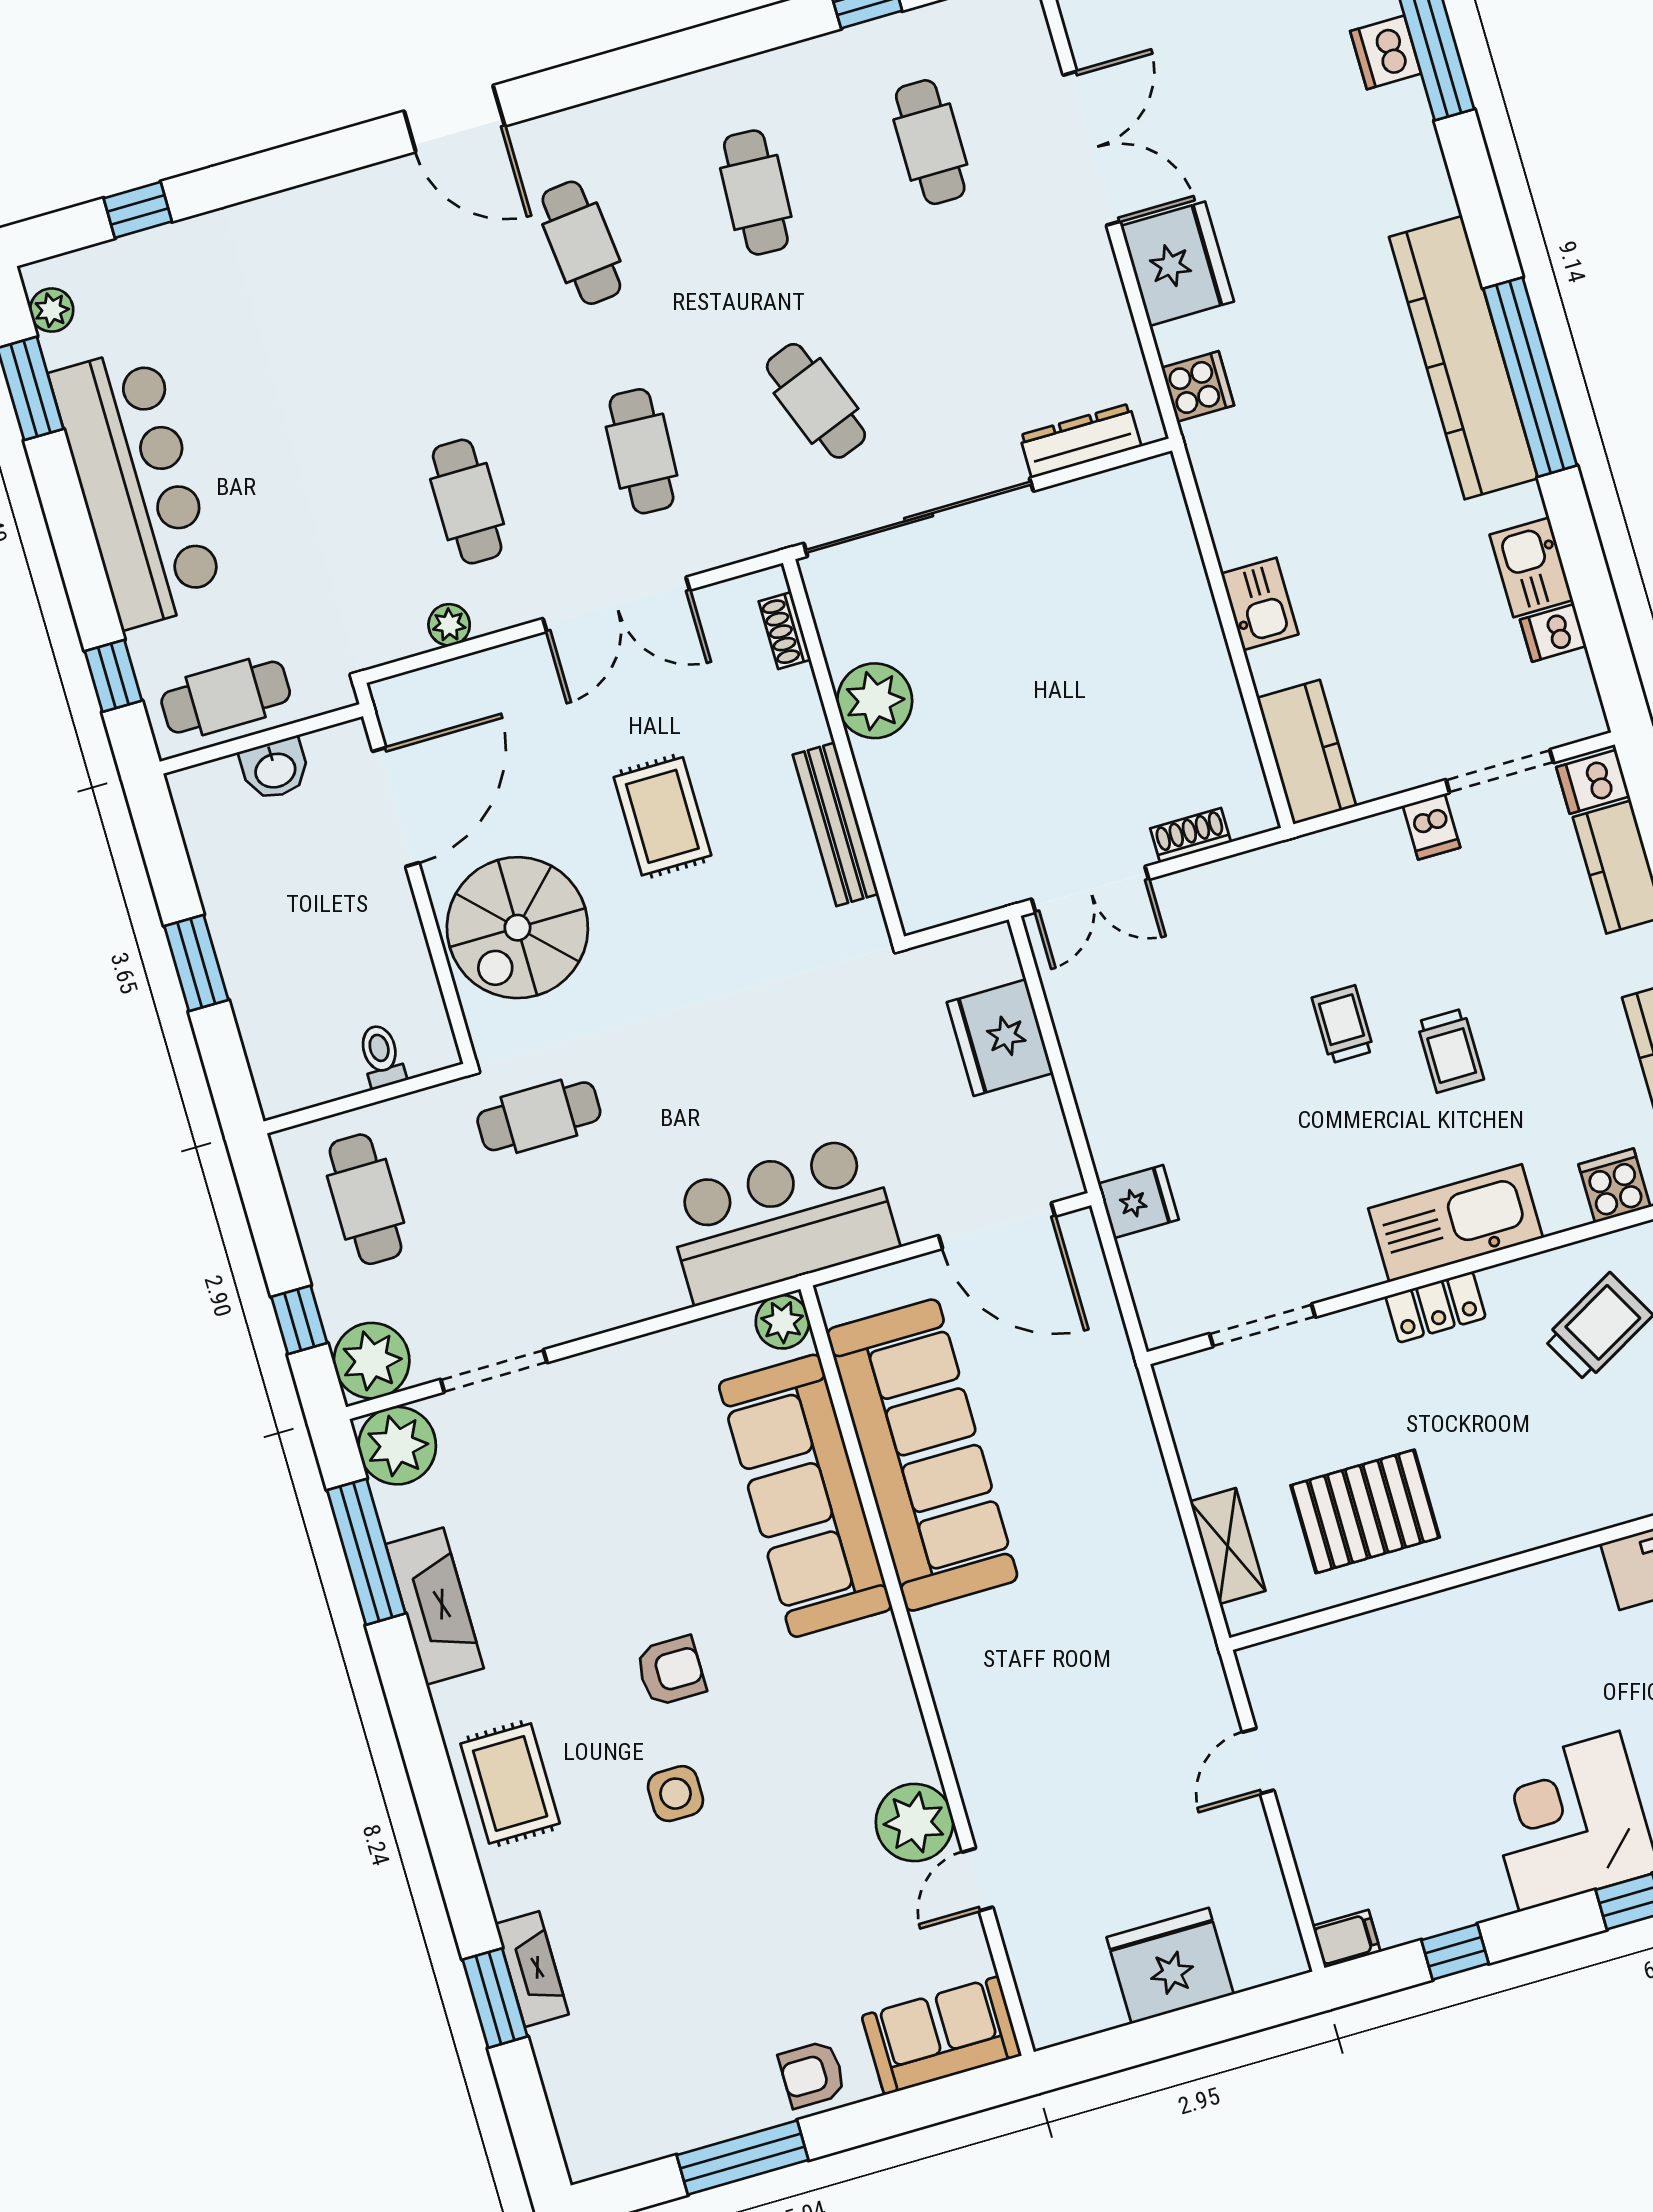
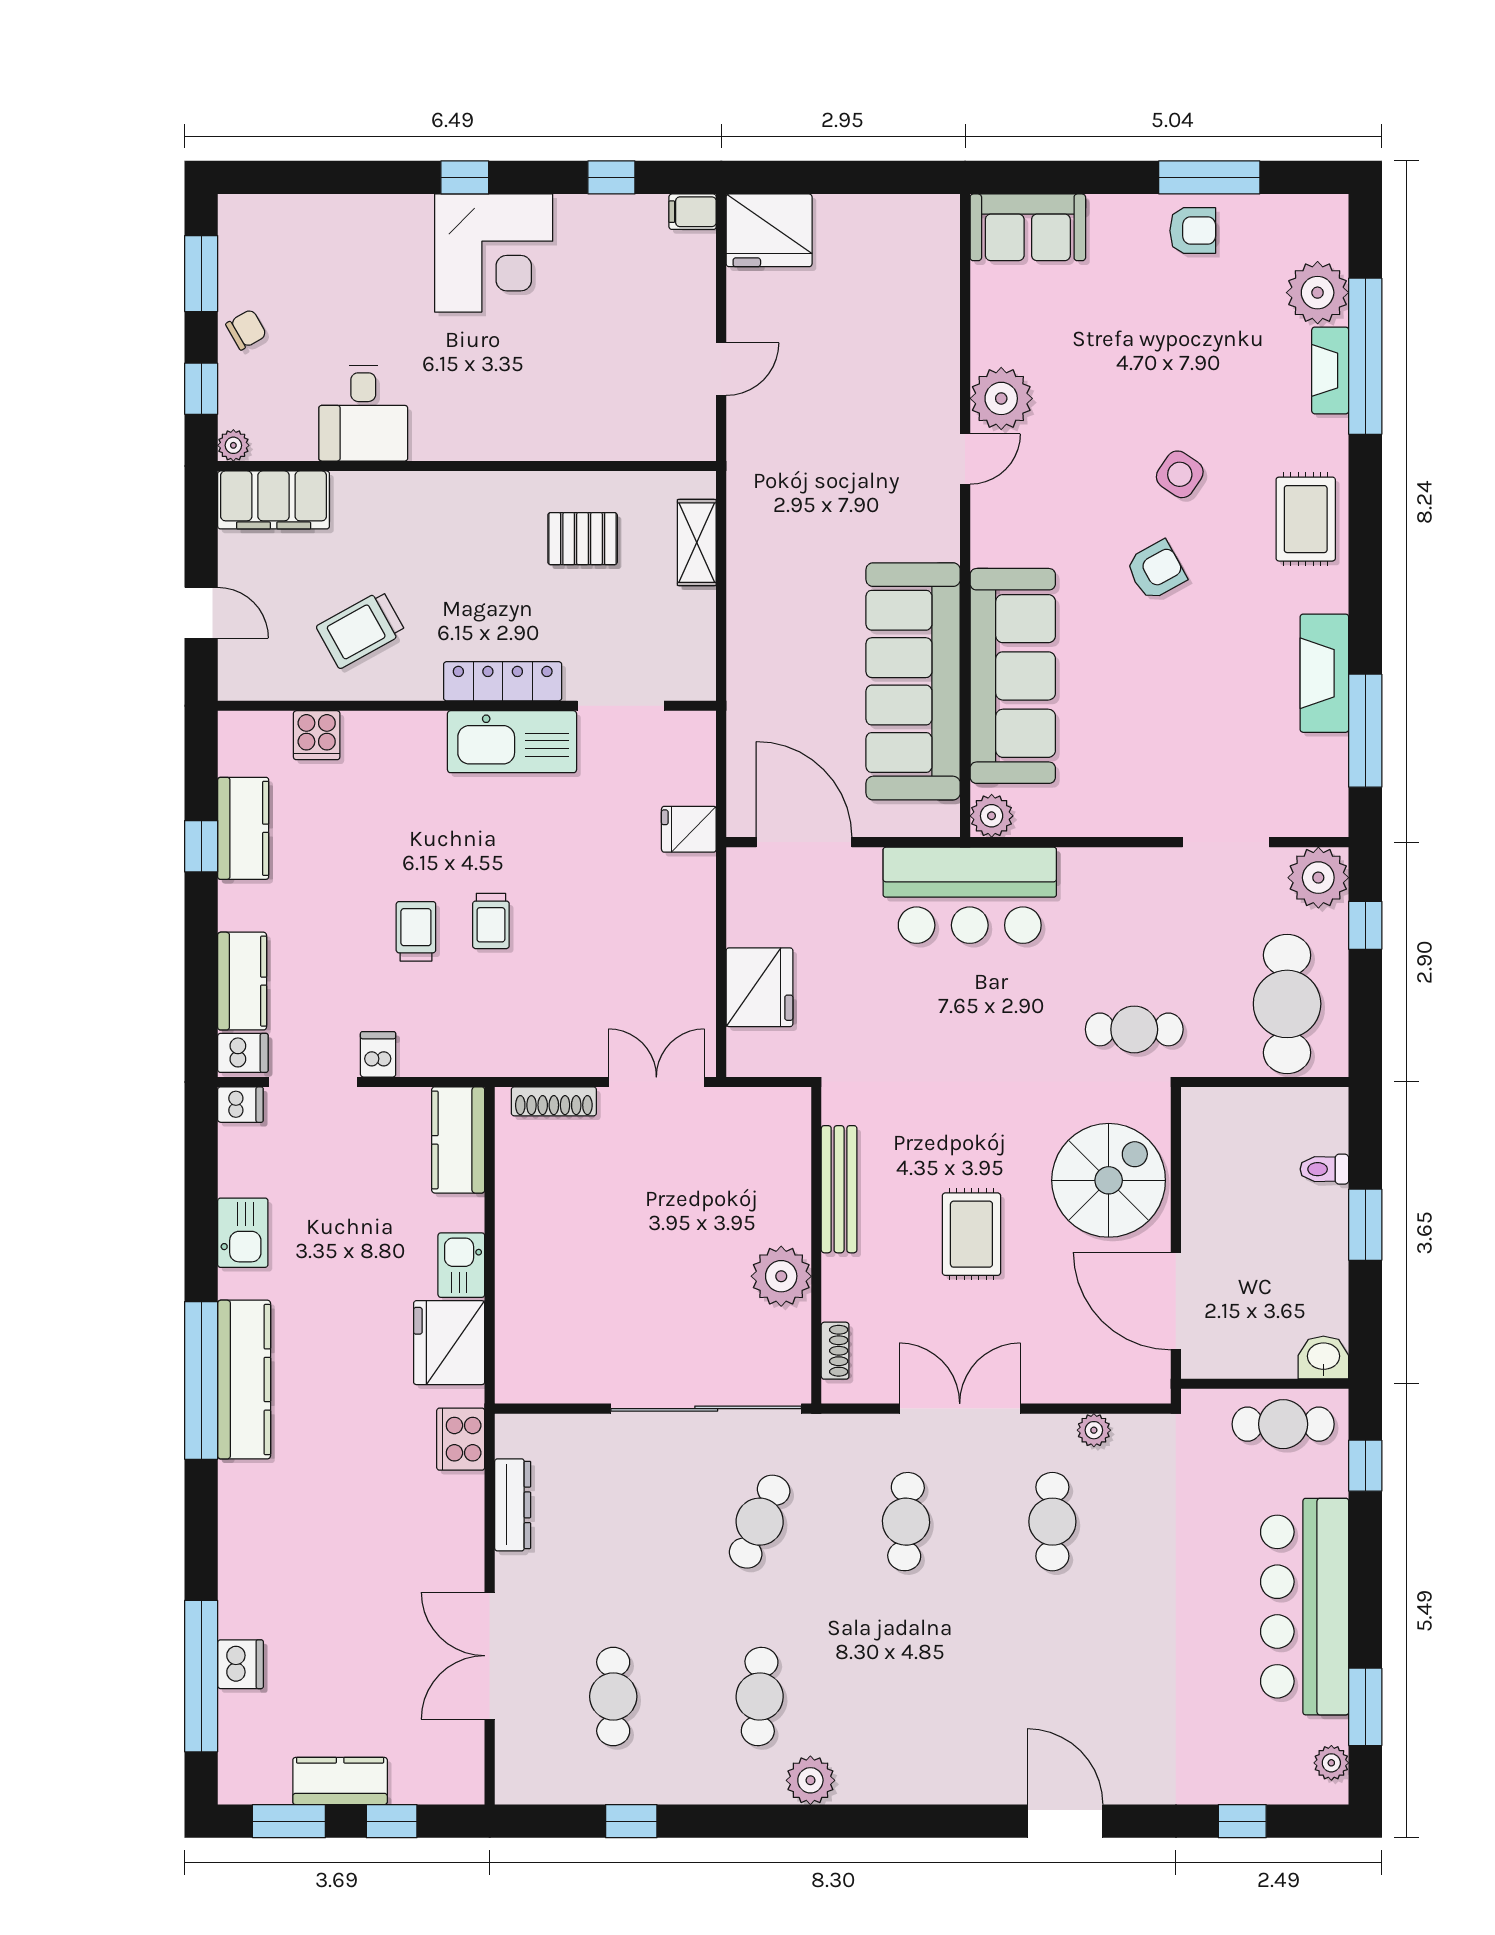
plant: (666, 110) -> (810, 1780), added
door: (454, 119) -> (1065, 1821), moved
cafe table: (581, 243) -> (906, 1696), removed
fridge: (1177, 264) -> (449, 1343), moved
kitchen counter: (1463, 358) -> (244, 1380), width x0.72, depth x0.86
cooker: (1198, 386) -> (461, 1439), width x1.36
cafe table: (816, 401) -> (760, 1522), turned 45
dresser: (1080, 441) -> (513, 1505), moved, turned -90
dishwasher: (1553, 633) -> (240, 1105), moved
washbasin: (275, 769) -> (1323, 1357), moved
door: (396, 807) -> (1176, 1301), hinge flipped
shoe rack: (1191, 835) -> (554, 1101), width x1.43
trolley: (1450, 1051) -> (416, 931), moved
toilet: (381, 1056) -> (1324, 1169), moved, turned 90
cafe table: (365, 1199) -> (1287, 1004), width x1.37, depth x1.35
kitchen sink: (1456, 1223) -> (512, 742), moved
locker: (1436, 1307) -> (503, 681), width x1.53
plant: (397, 1446) -> (1318, 293), moved
pallet: (1365, 1511) -> (583, 539), width x0.67, depth x0.71
armchair: (671, 1671) -> (1156, 570), turned 151
side table: (675, 1794) -> (1180, 474), turned 34
door: (977, 1880) -> (965, 459), moved
fridge: (1170, 1966) -> (769, 230), moved
window: (495, 1998) -> (1365, 356), width x2.11
armchair: (812, 2074) -> (1193, 231), moved

